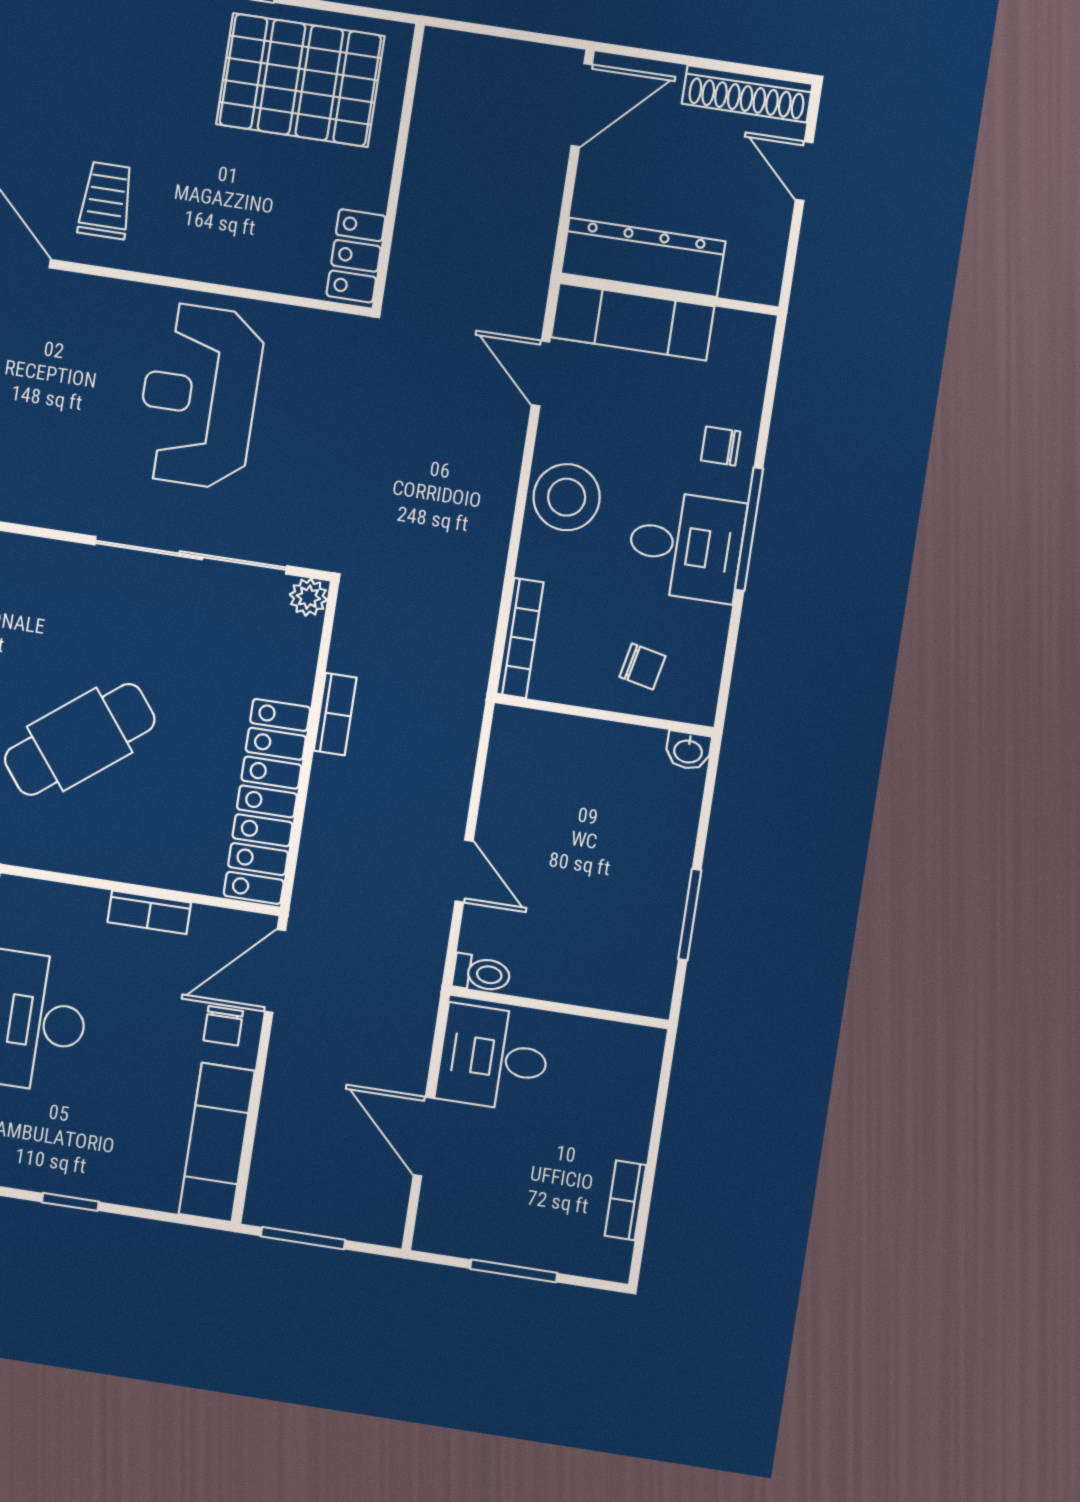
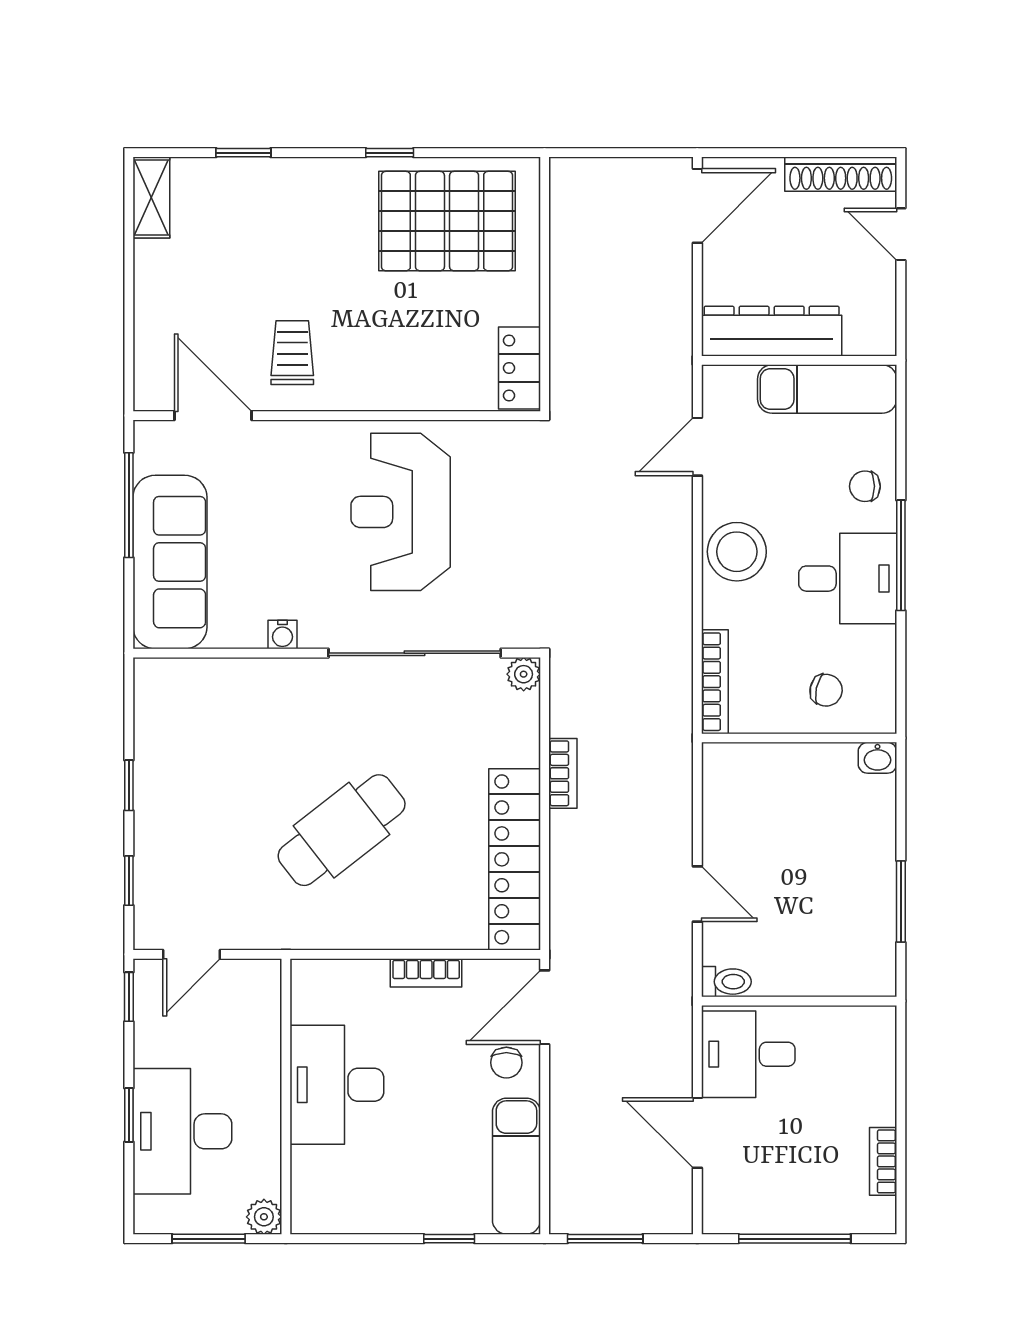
exam couch: (633, 322) -> (827, 389), moved
door: (541, 373) -> (697, 447), hinge flipped
water cooler: (47, 512) -> (282, 634), added
window: (70, 1202) -> (449, 1239), moved
window: (514, 1271) -> (795, 1239), width x1.44

